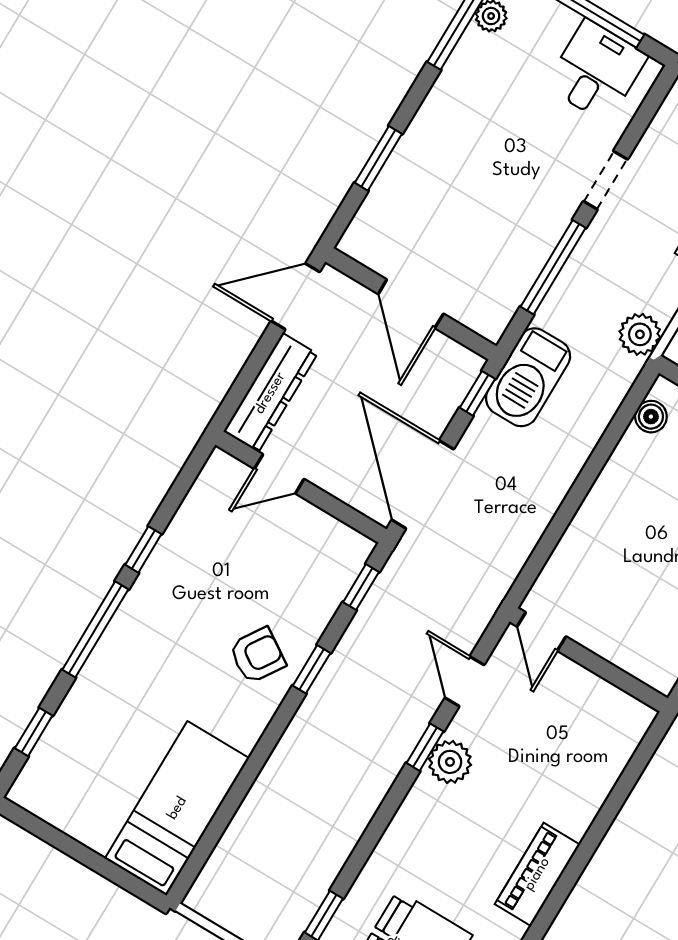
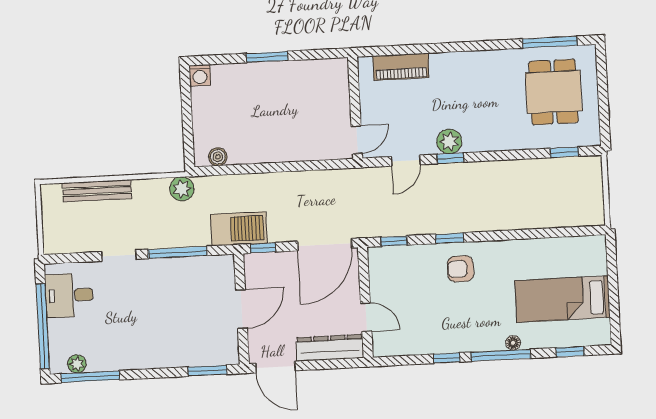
window: (378, 158) -> (207, 371), moved
armchair: (257, 655) -> (461, 269), turned -33
floor lamp: (101, 659) -> (513, 343), added
bed: (177, 808) -> (563, 299), moved
piano: (537, 874) -> (401, 67), moved

